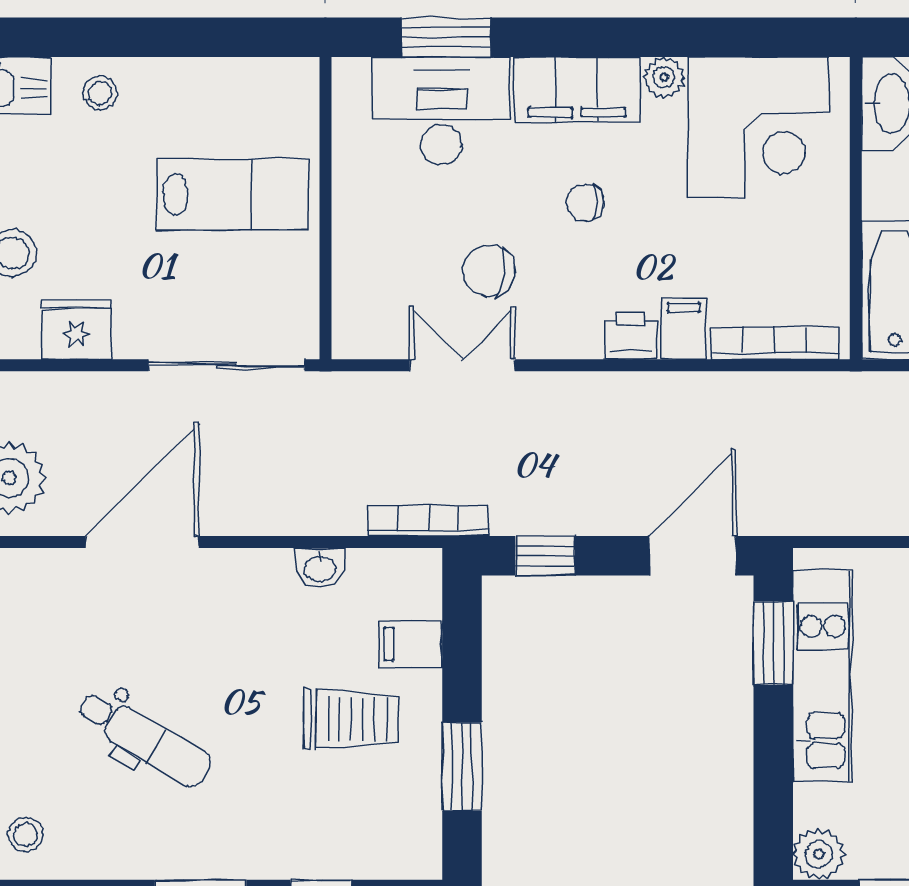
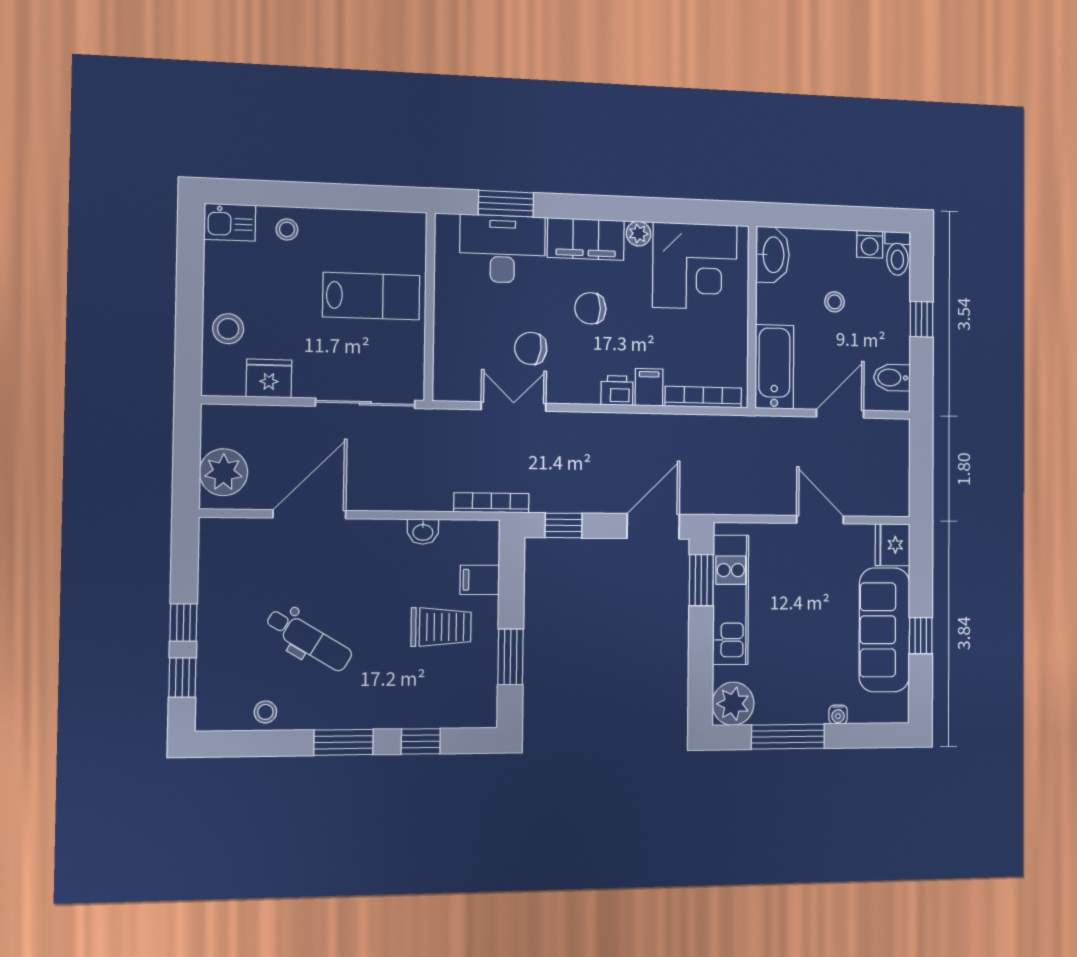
chair: (585, 203) -> (590, 308), width x1.37, depth x1.37
stool: (26, 835) -> (265, 712), moved
plant: (819, 854) -> (733, 704), width x1.36, depth x1.36

